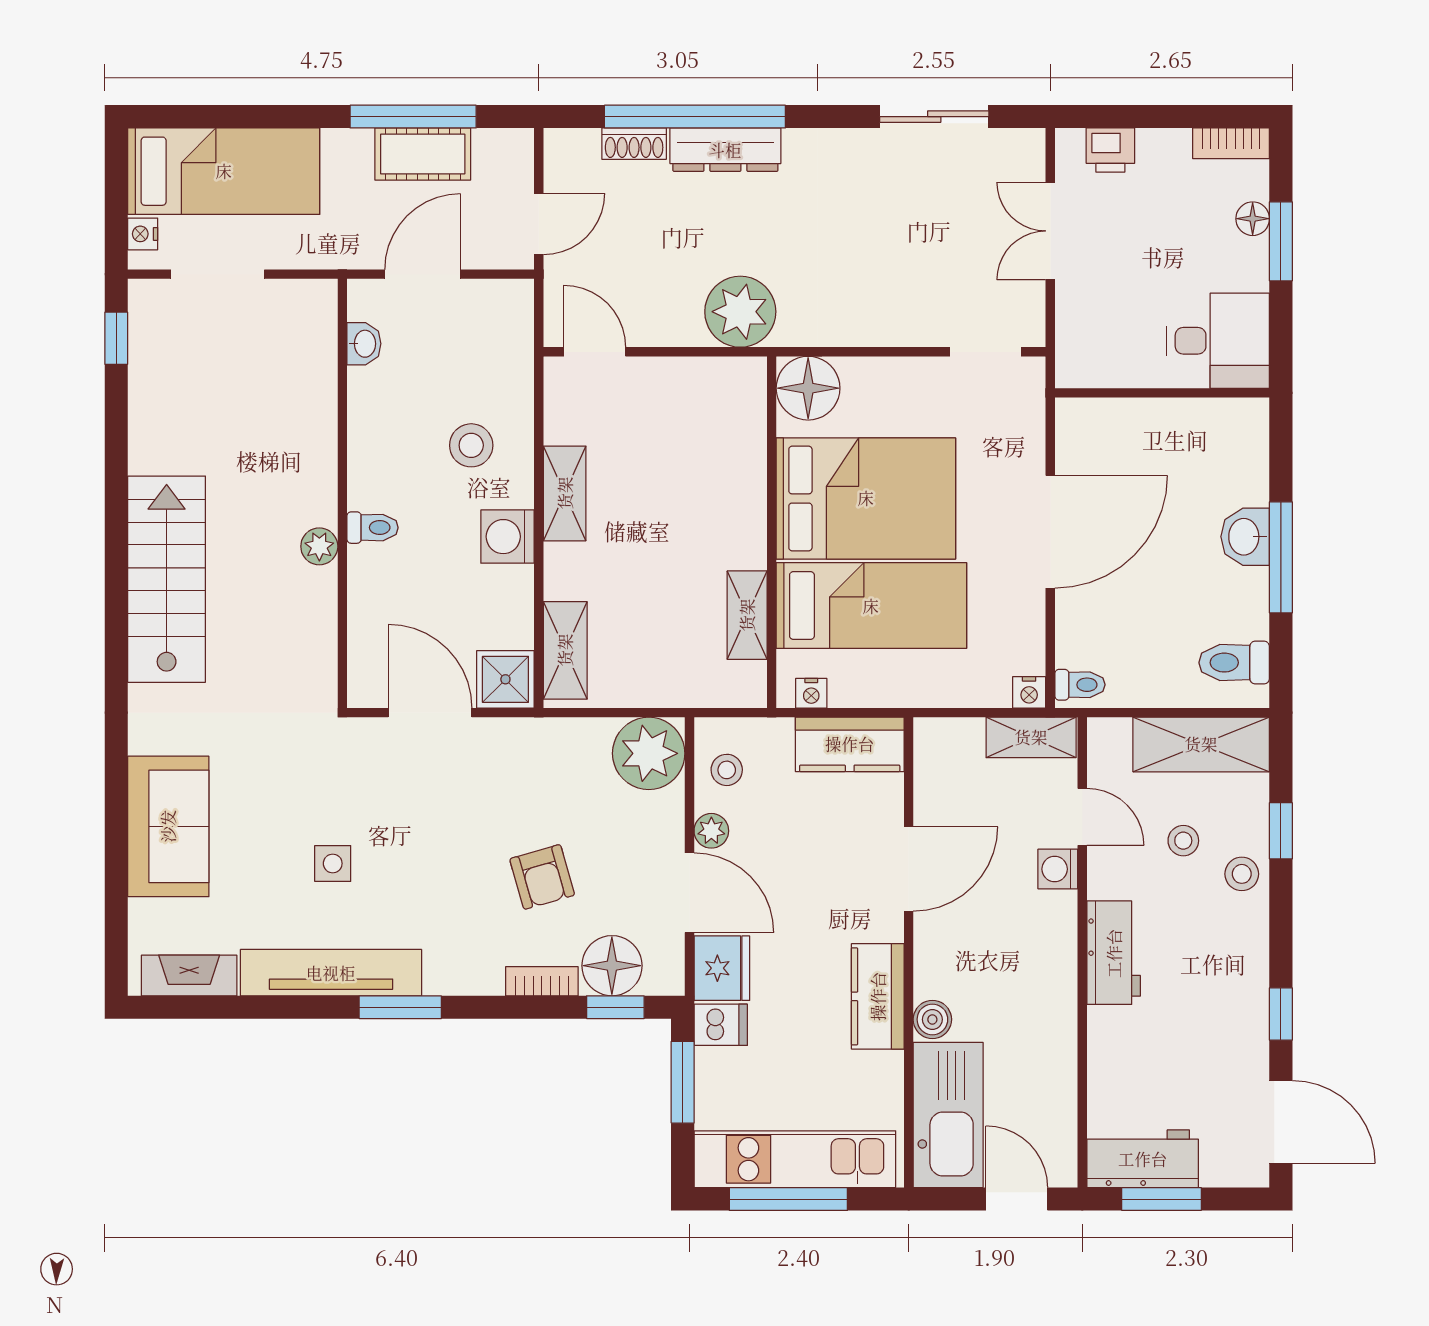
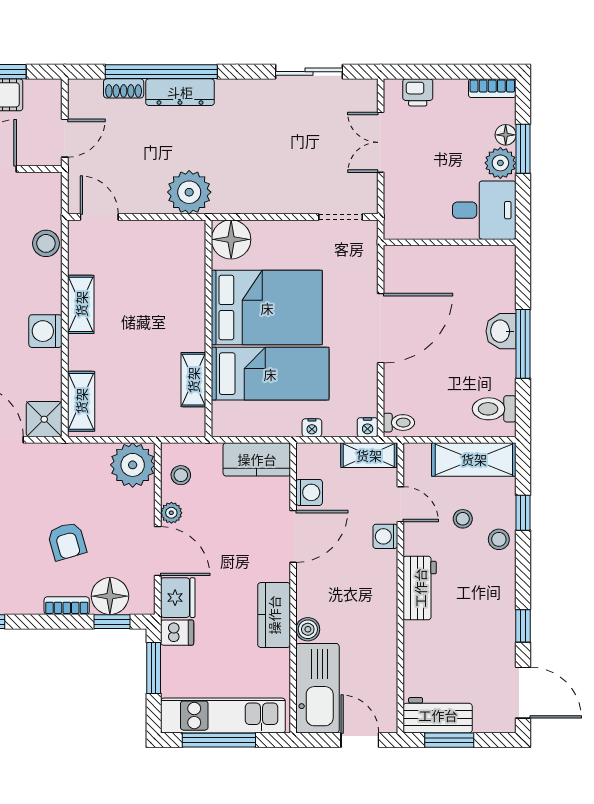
plant: (1244, 264) -> (500, 163), added
stool: (471, 445) -> (46, 243), moved
nightstand: (811, 693) -> (312, 428), moved
washing machine: (935, 798) -> (309, 492), added

